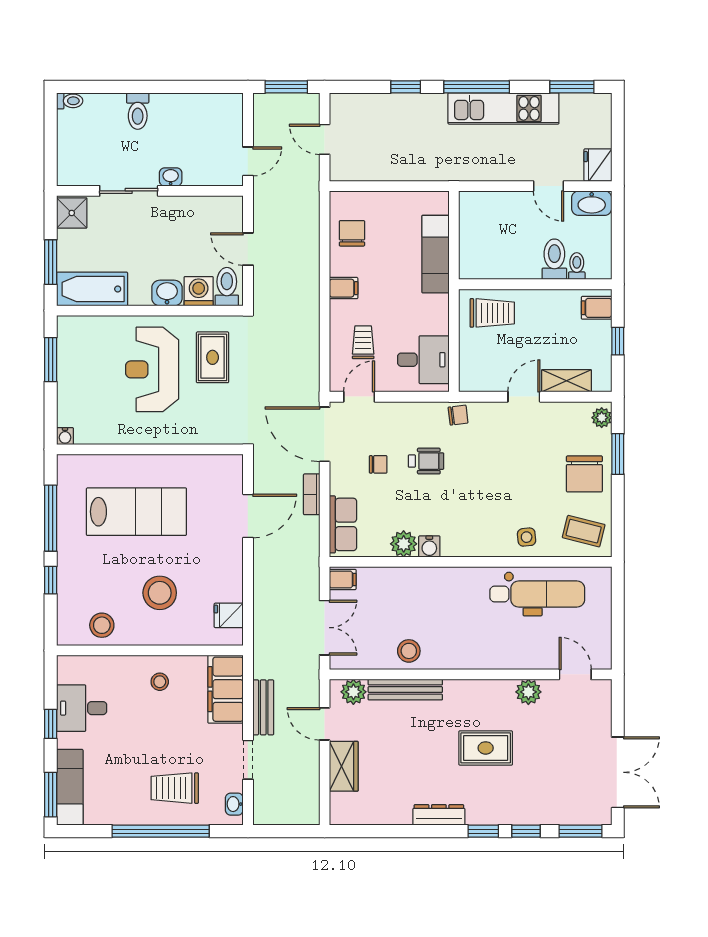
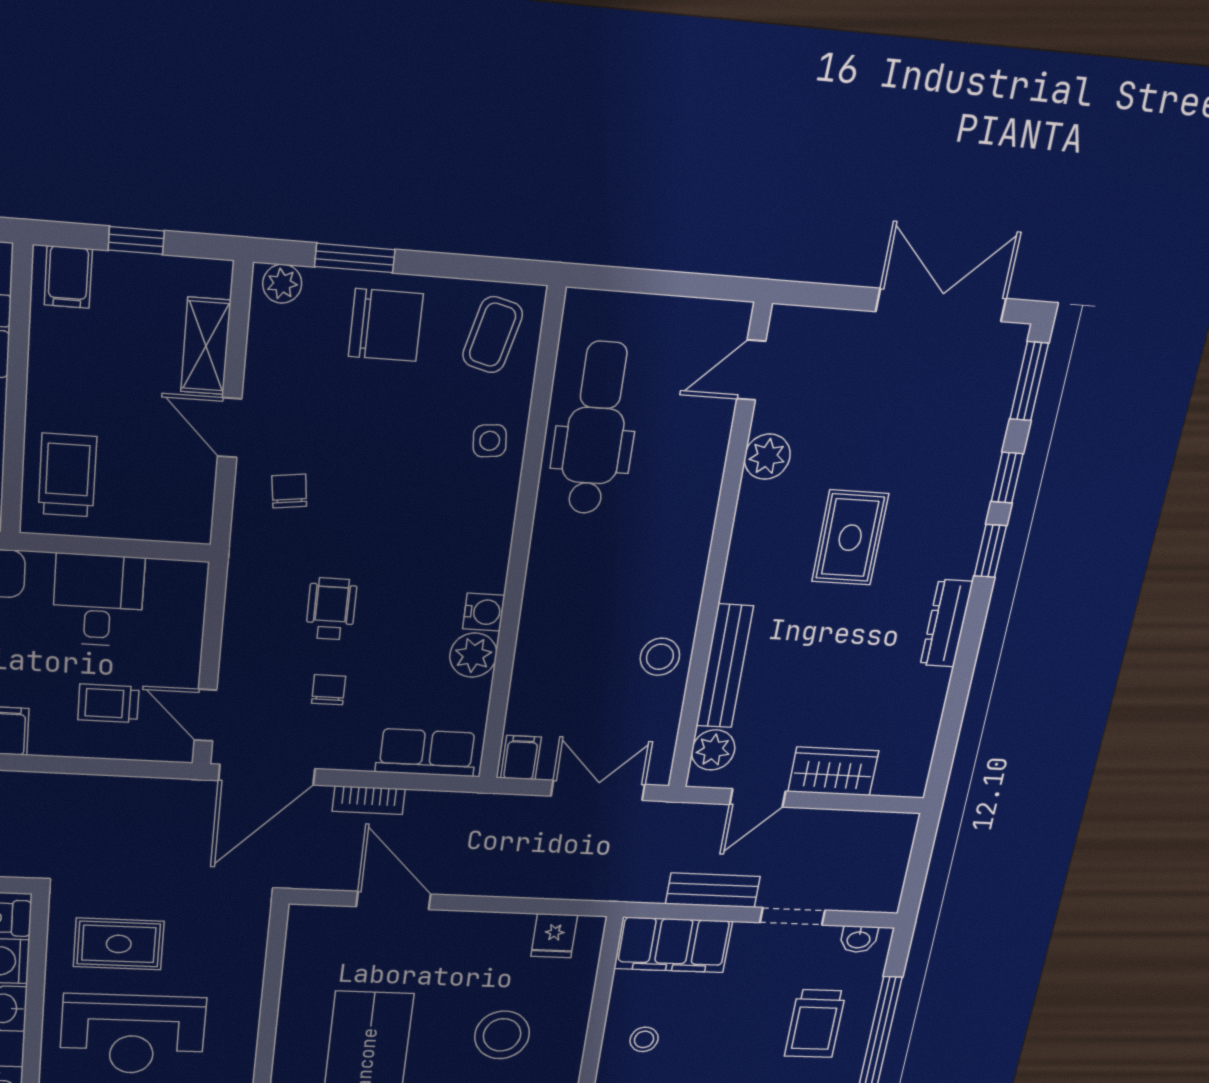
desk: (423, 360) -> (98, 600), moved
chair: (458, 415) -> (289, 491), moved

